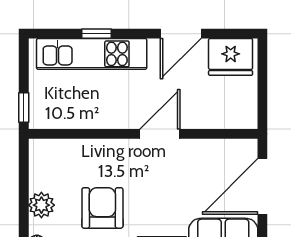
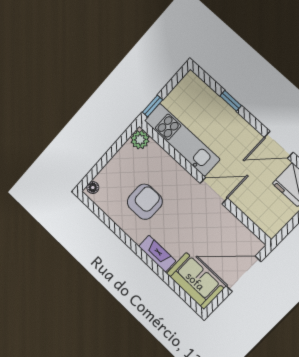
kitchen unit: (92, 54) -> (182, 140), moved, turned 180
plant: (41, 205) -> (140, 140), moved

